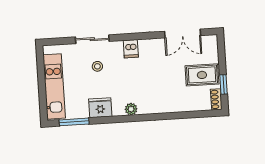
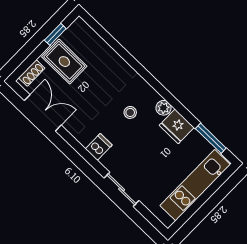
stool: (97, 66) -> (130, 112), moved
shoe rack: (216, 99) -> (32, 73), moved
plant: (131, 109) -> (164, 108), moved

